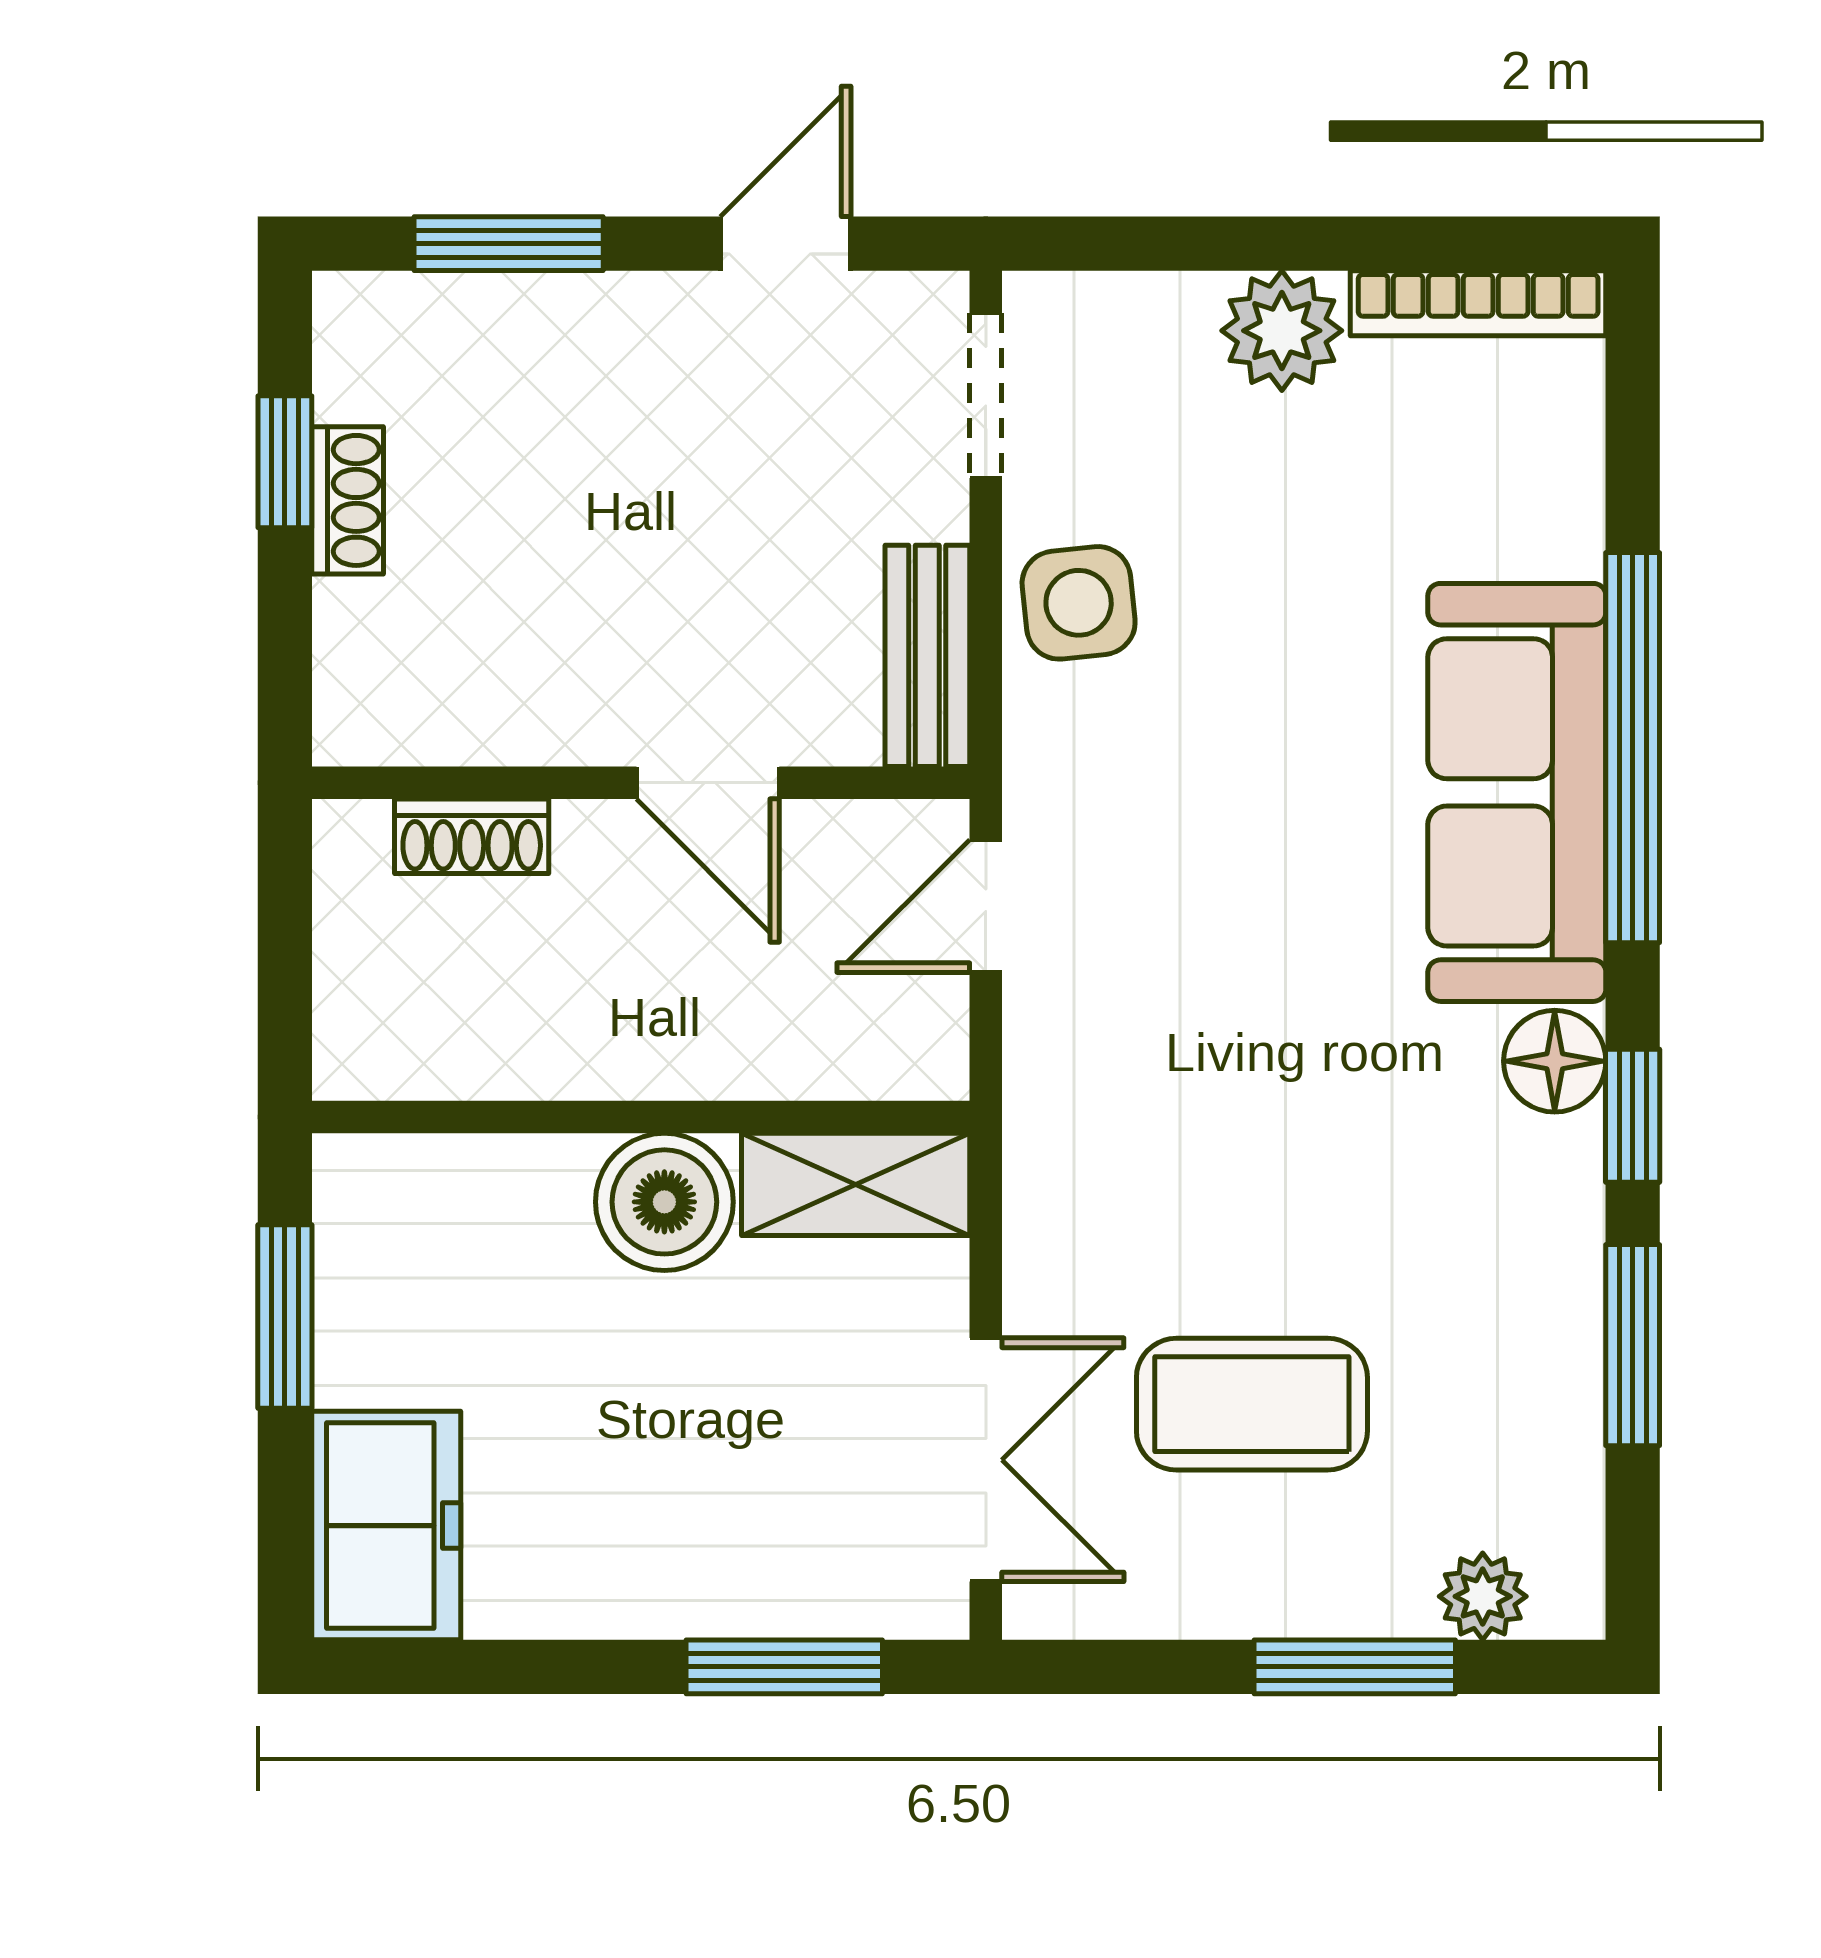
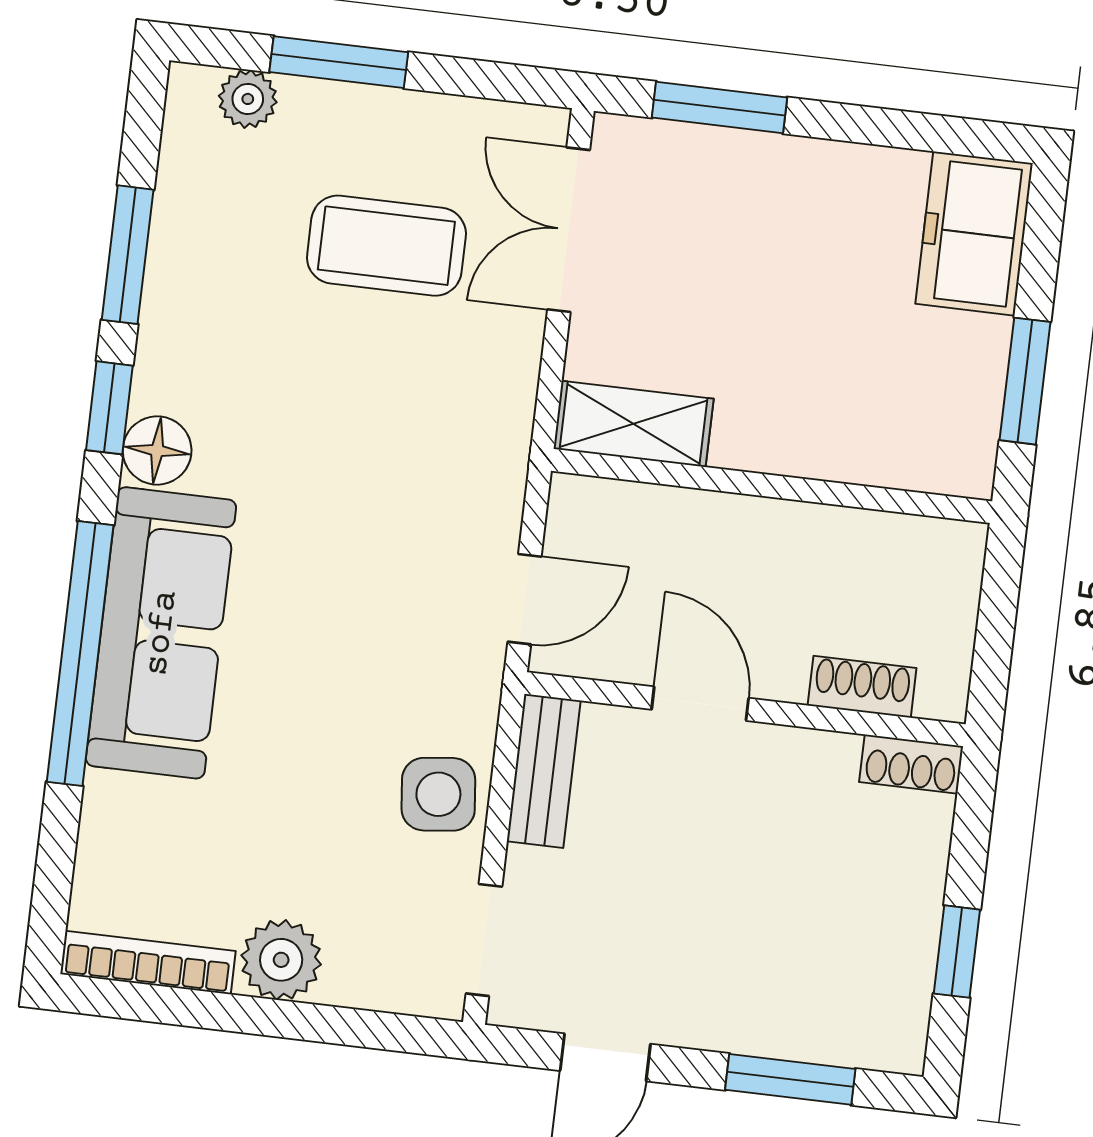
shoe rack: (348, 500) -> (911, 764), moved, turned -90
boiler: (664, 1202) -> (763, 427), removed

